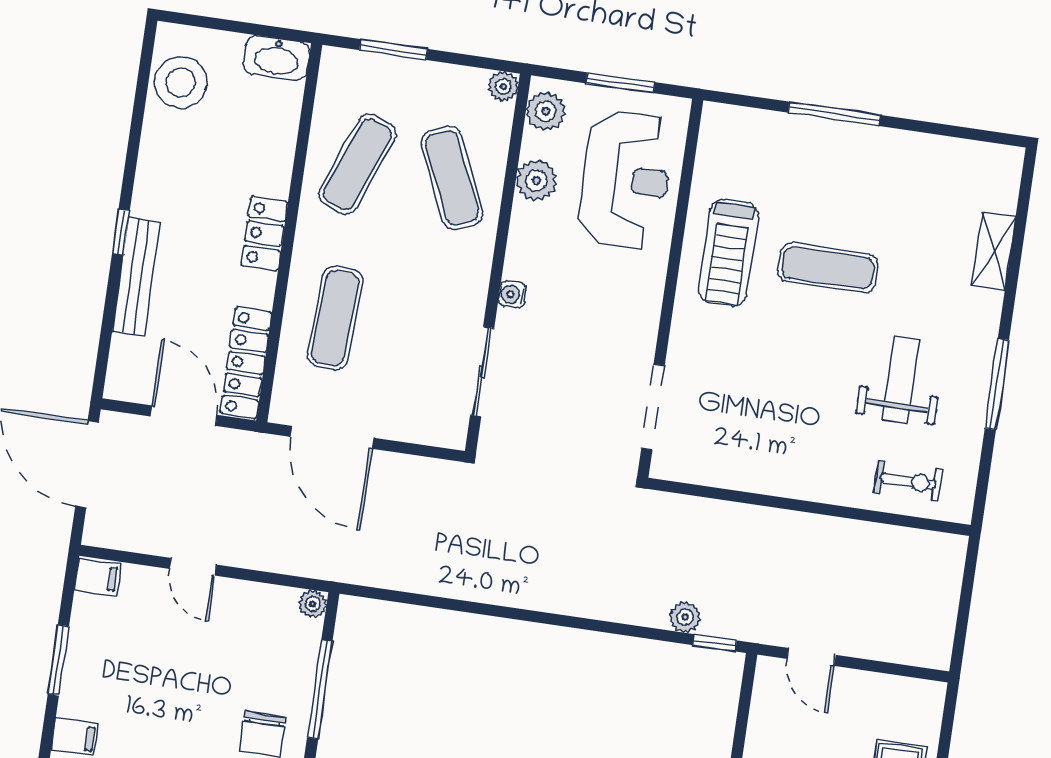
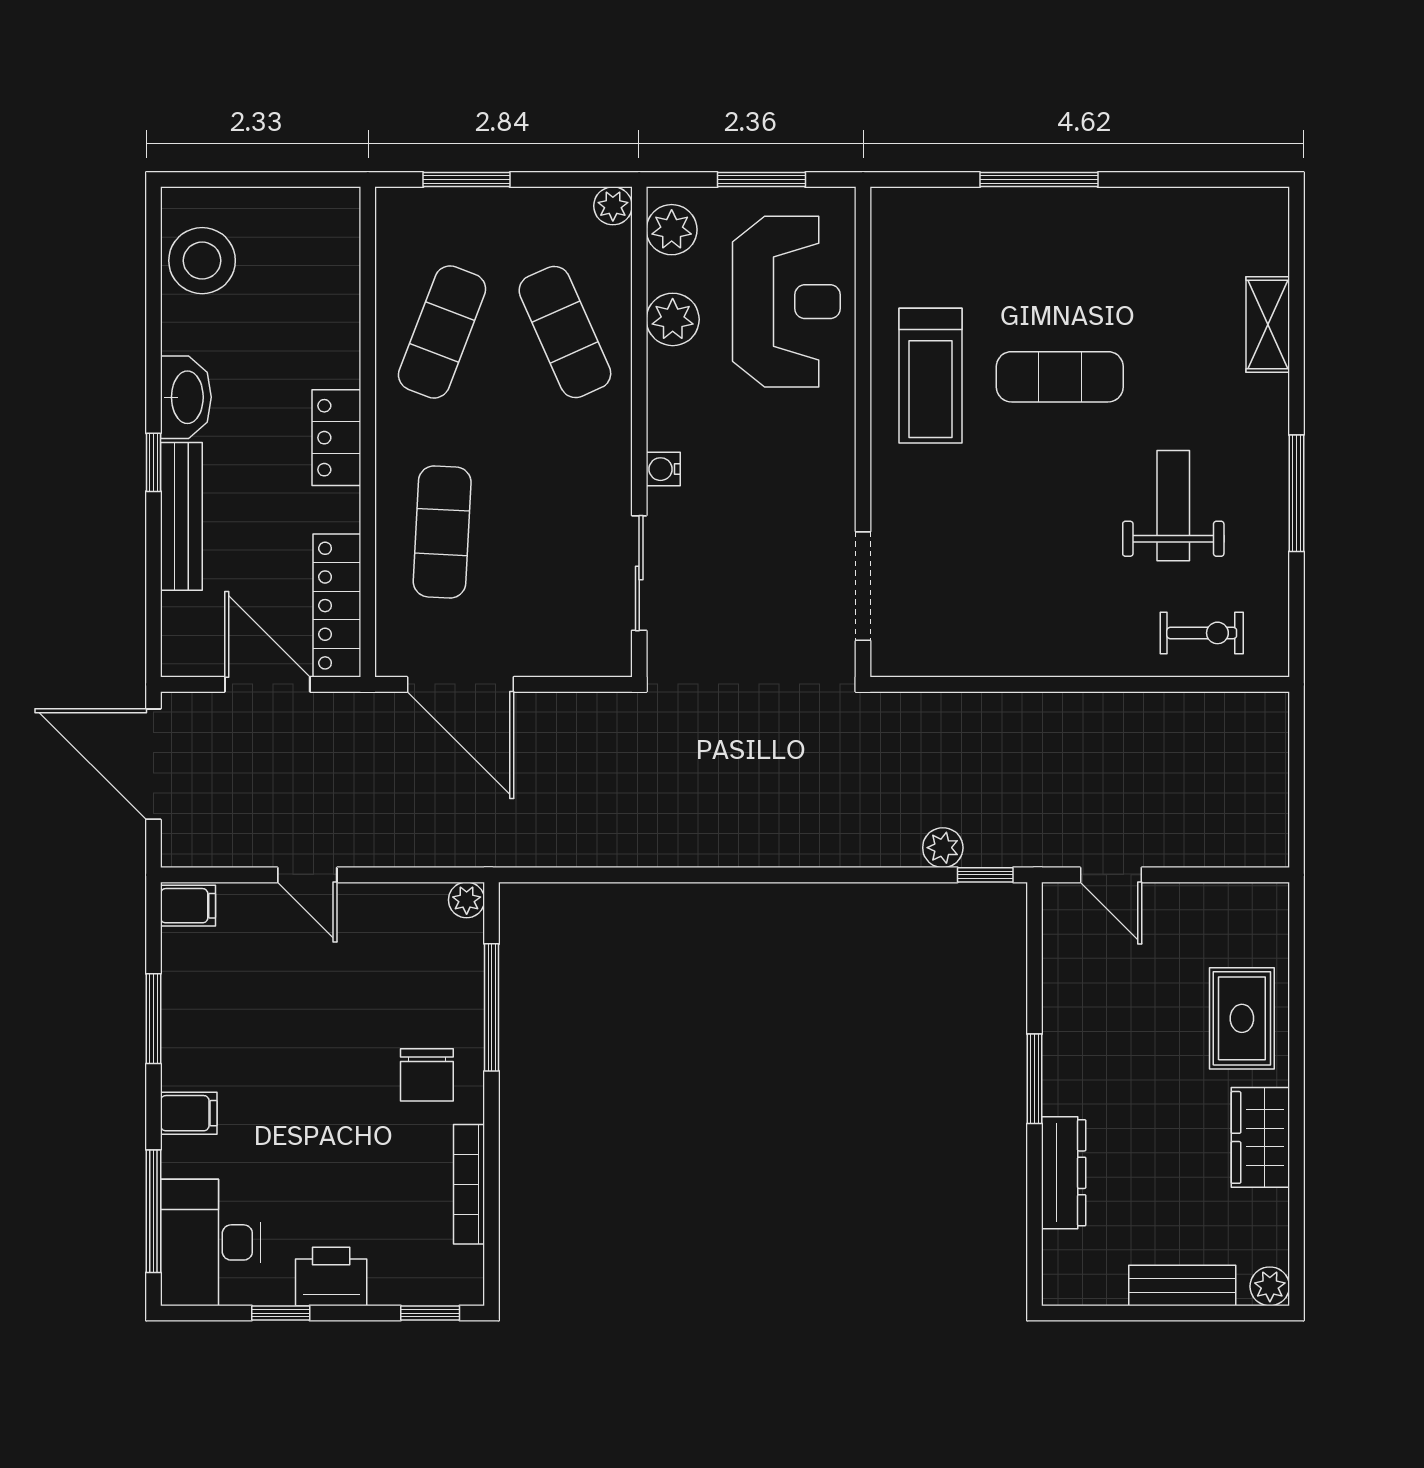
washbasin: (277, 58) -> (186, 397), moved, turned -90

